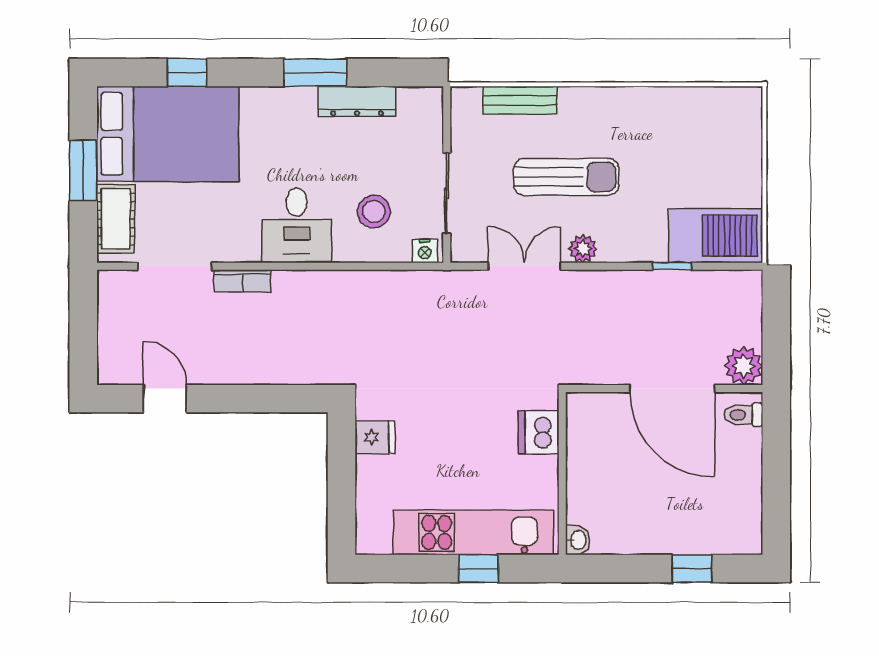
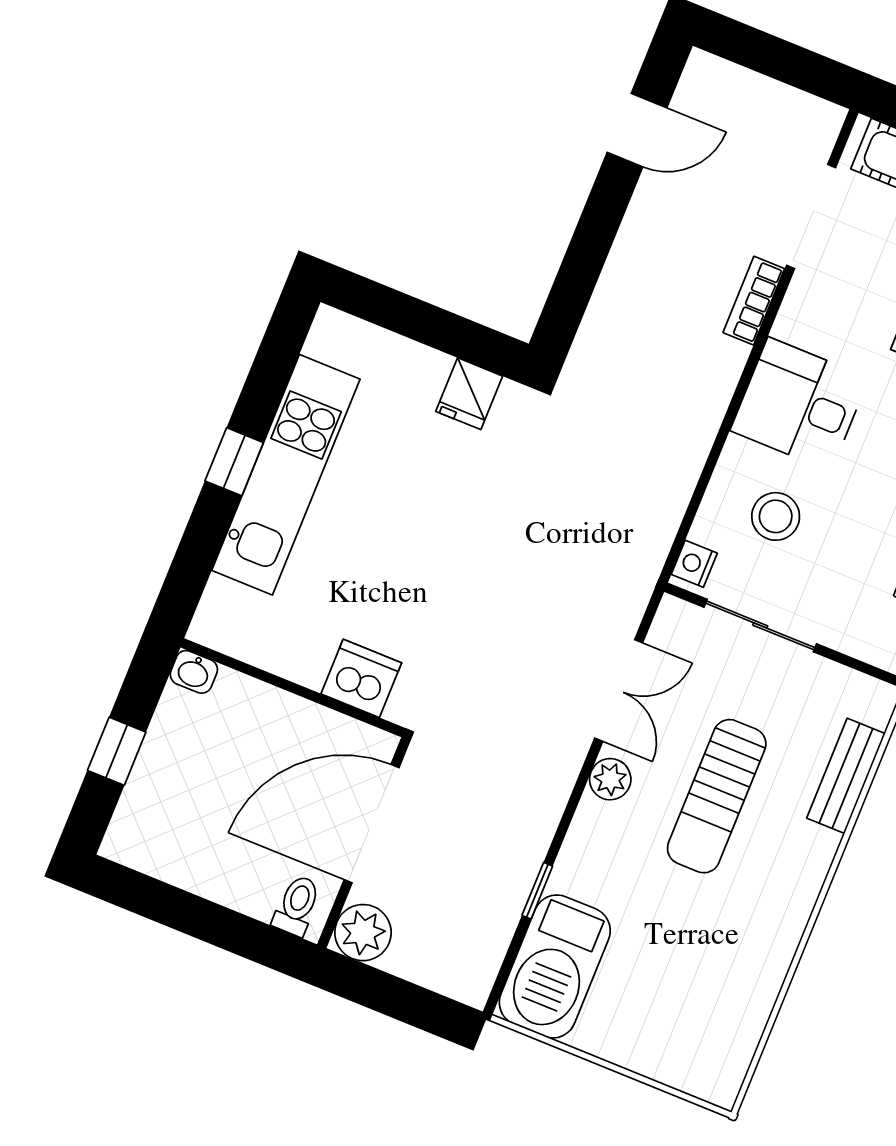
dishwasher: (539, 432) -> (361, 678), moved
wall: (562, 473) -> (293, 688), moved
washbasin: (578, 540) -> (194, 672), moved

